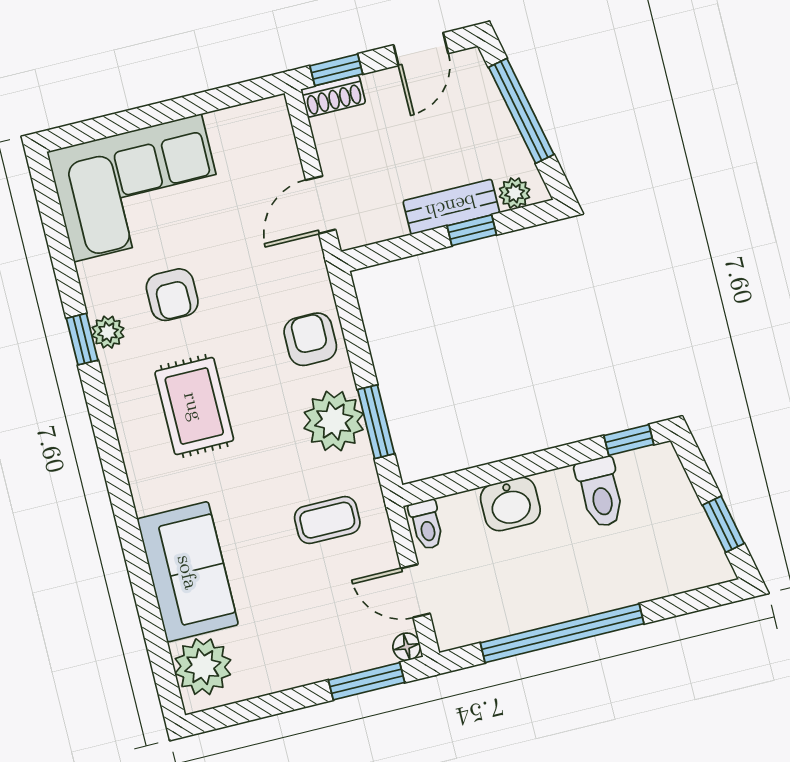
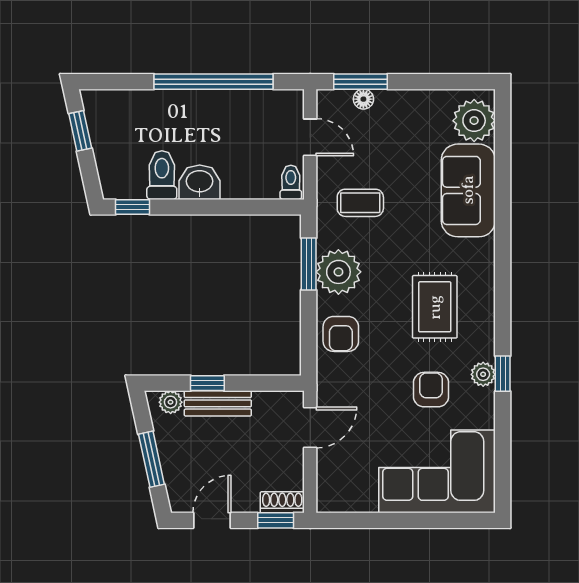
window: (521, 111) -> (151, 459), width x0.69
washbasin: (510, 504) -> (200, 182), moved
floor lamp: (407, 647) -> (363, 99), moved

